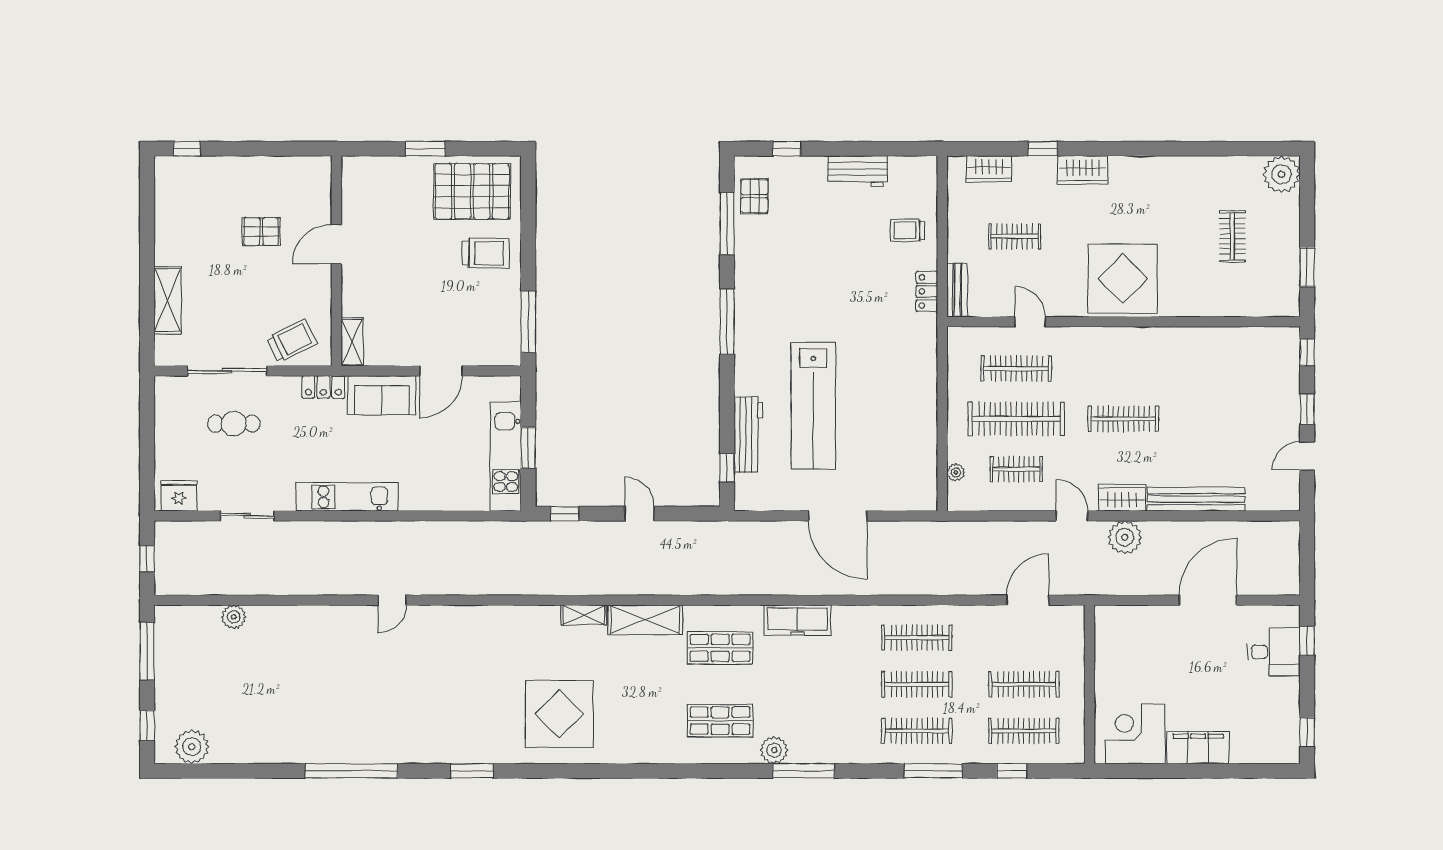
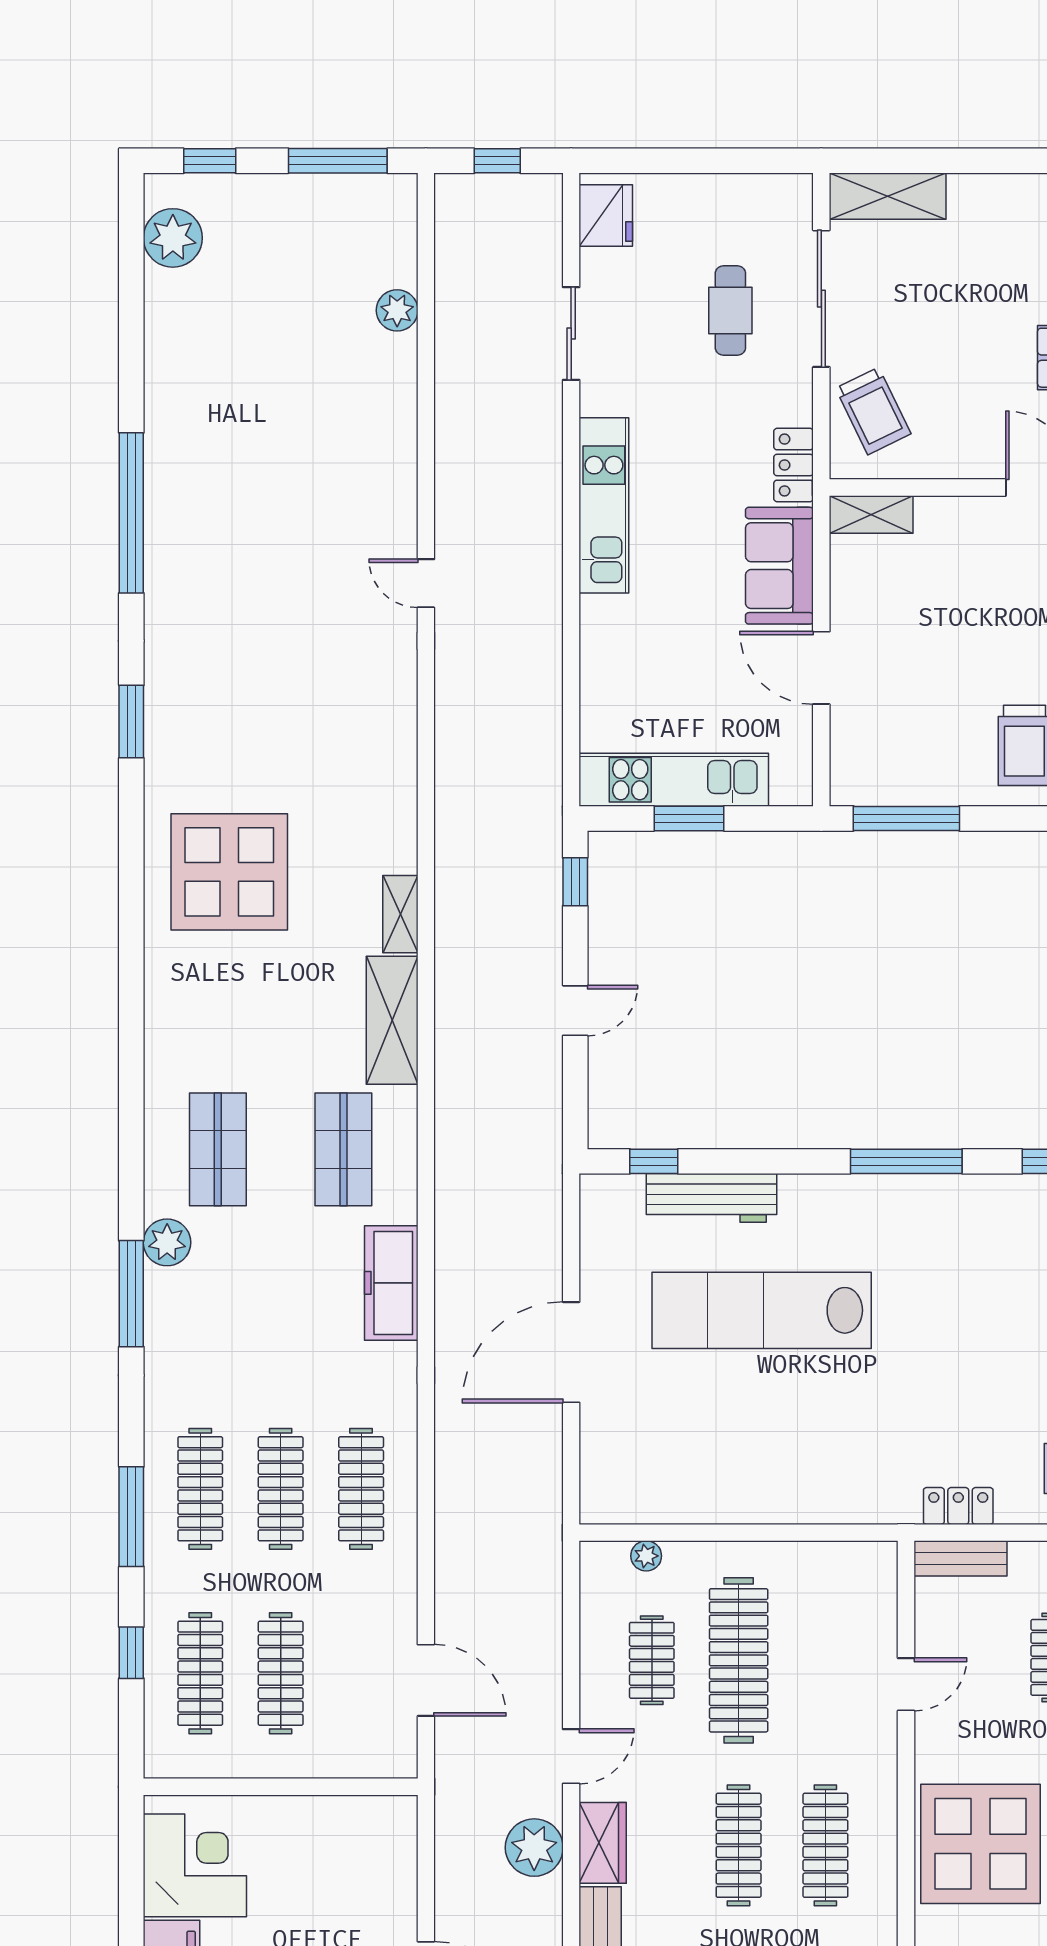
shelving: (168, 300) -> (888, 196), moved
clothes rail: (1016, 369) -> (825, 1845), moved

